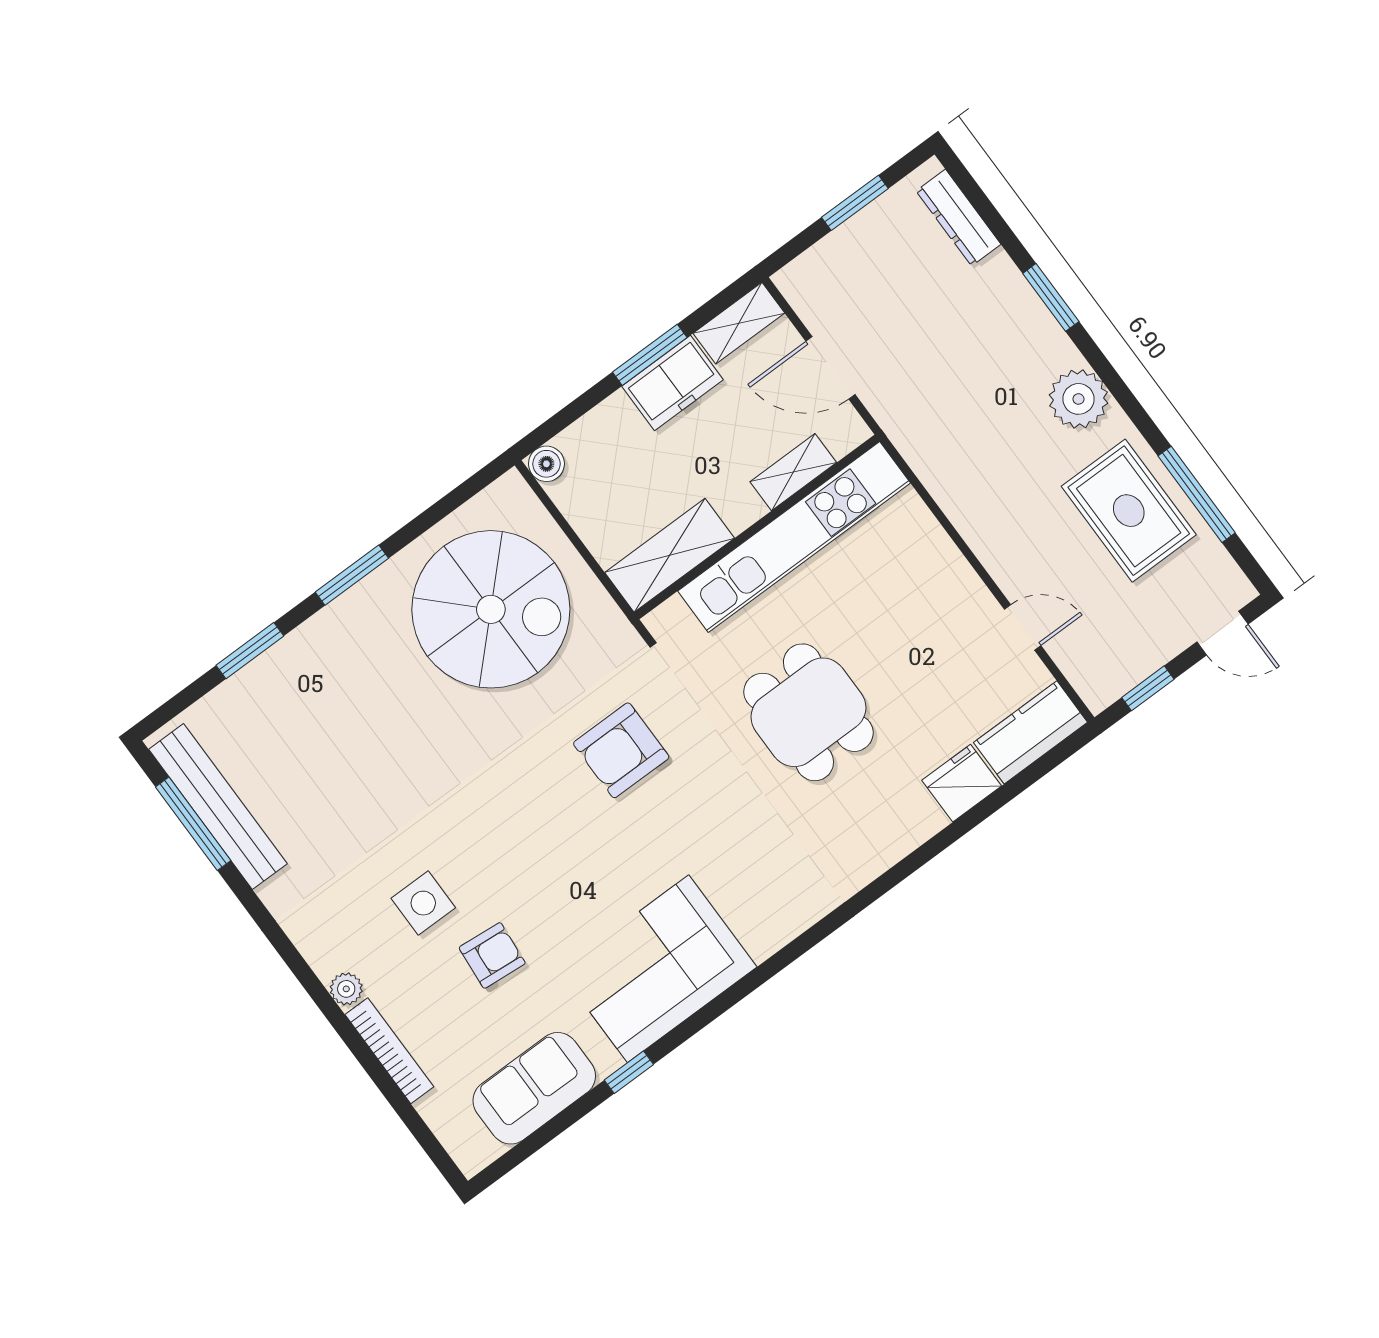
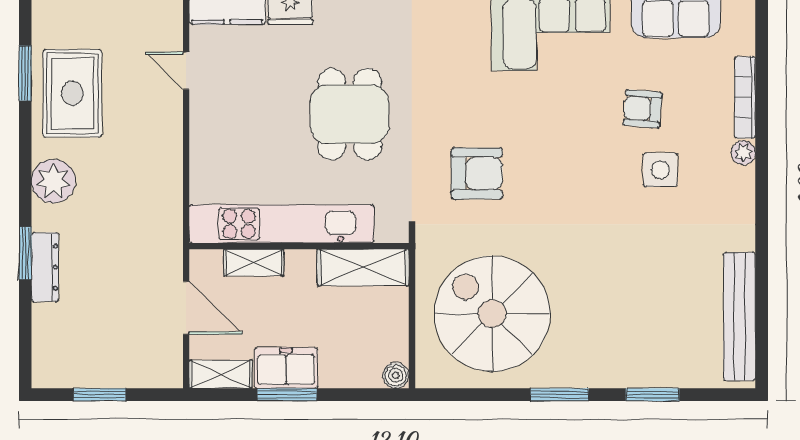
dresser: (958, 218) -> (45, 267), moved
window: (1197, 494) -> (25, 73), width x0.69
window: (193, 824) -> (762, 317), removed

